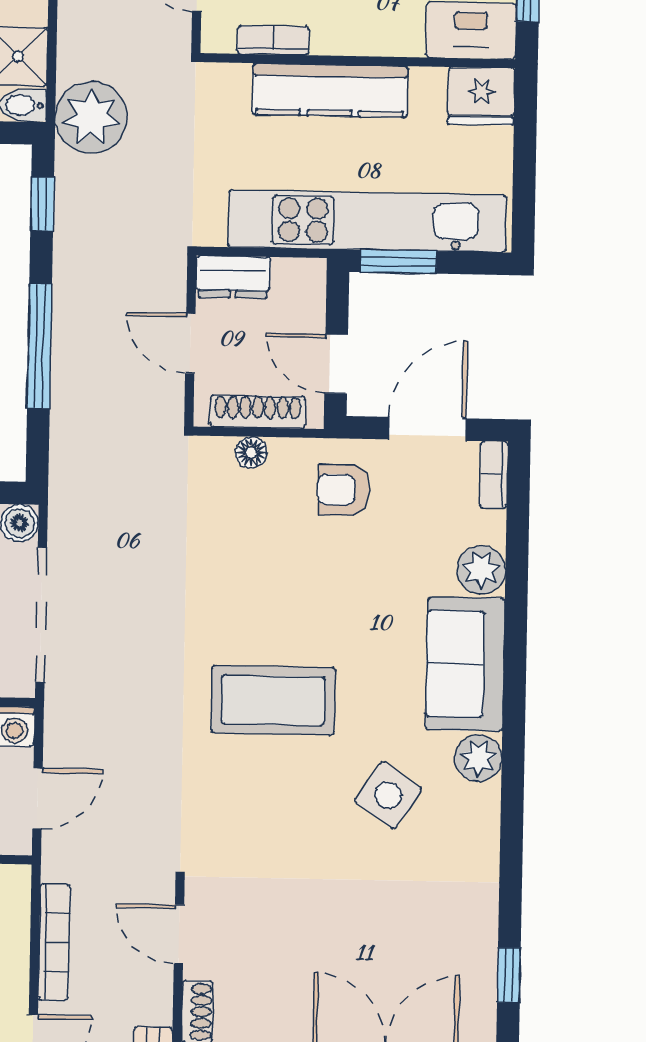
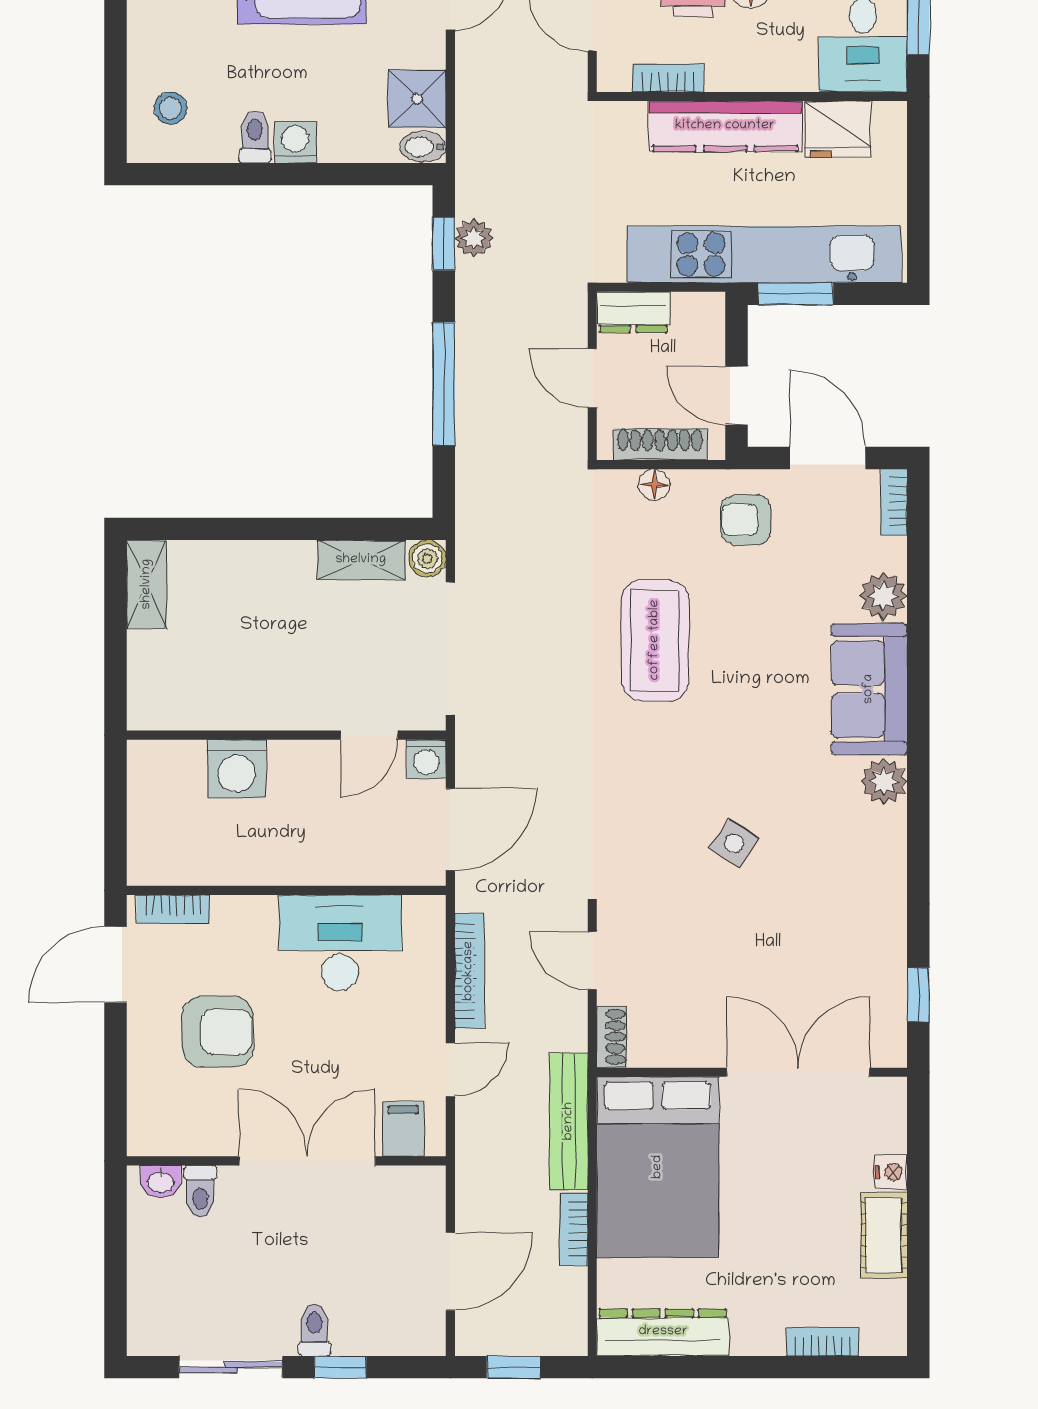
fridge: (481, 96) -> (838, 129), moved
plant: (91, 117) -> (474, 238), moved, width x0.53, depth x0.53
door: (427, 429) -> (827, 458), hinge flipped
coffee table: (273, 700) -> (655, 640), moved, turned 90
side table: (388, 795) -> (734, 843), moved, width x0.73, depth x0.73
door: (38, 799) -> (450, 830), width x1.37

